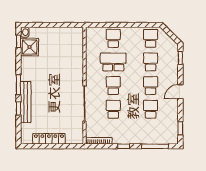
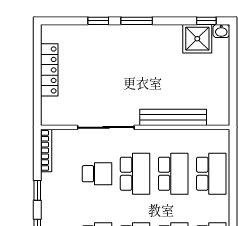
school desk: (113, 38) -> (211, 174), width x1.85
school desk: (113, 86) -> (135, 174), width x1.85
bench: (26, 102) -> (173, 117), moved

